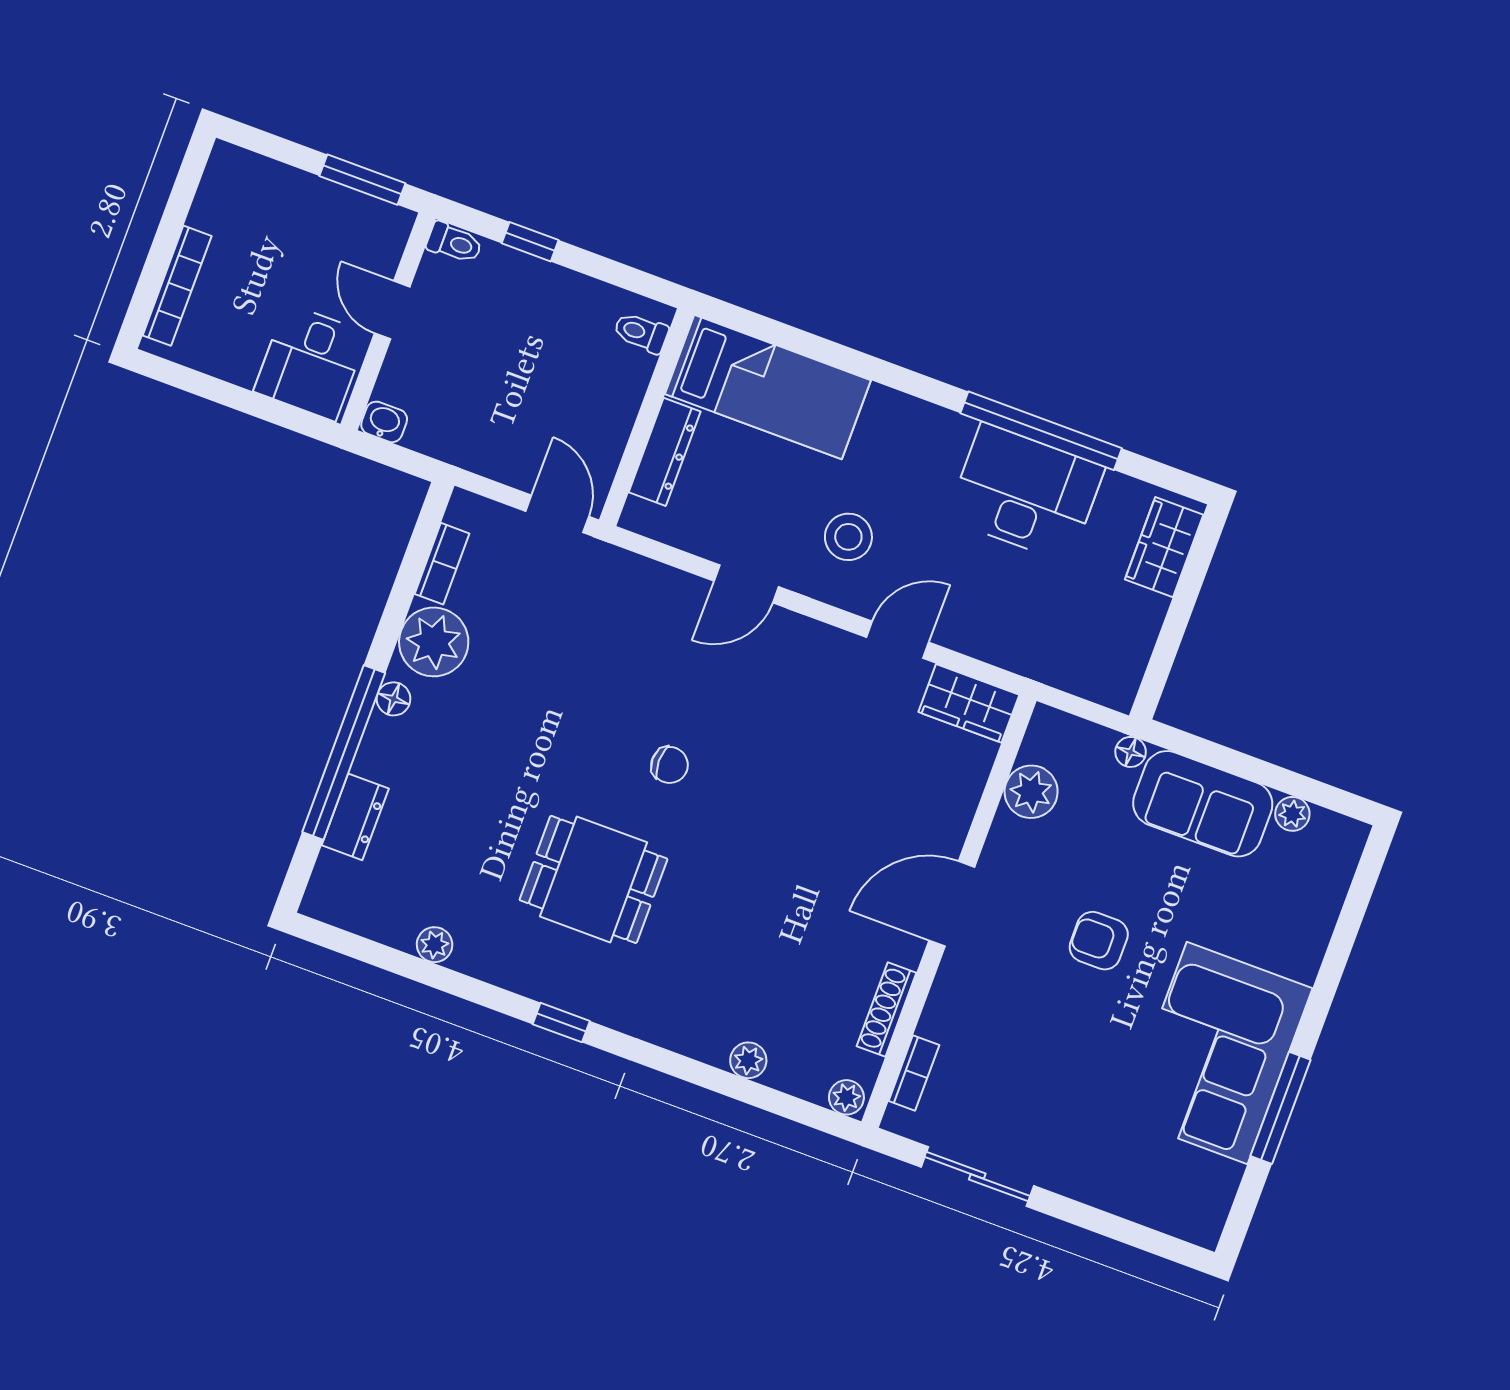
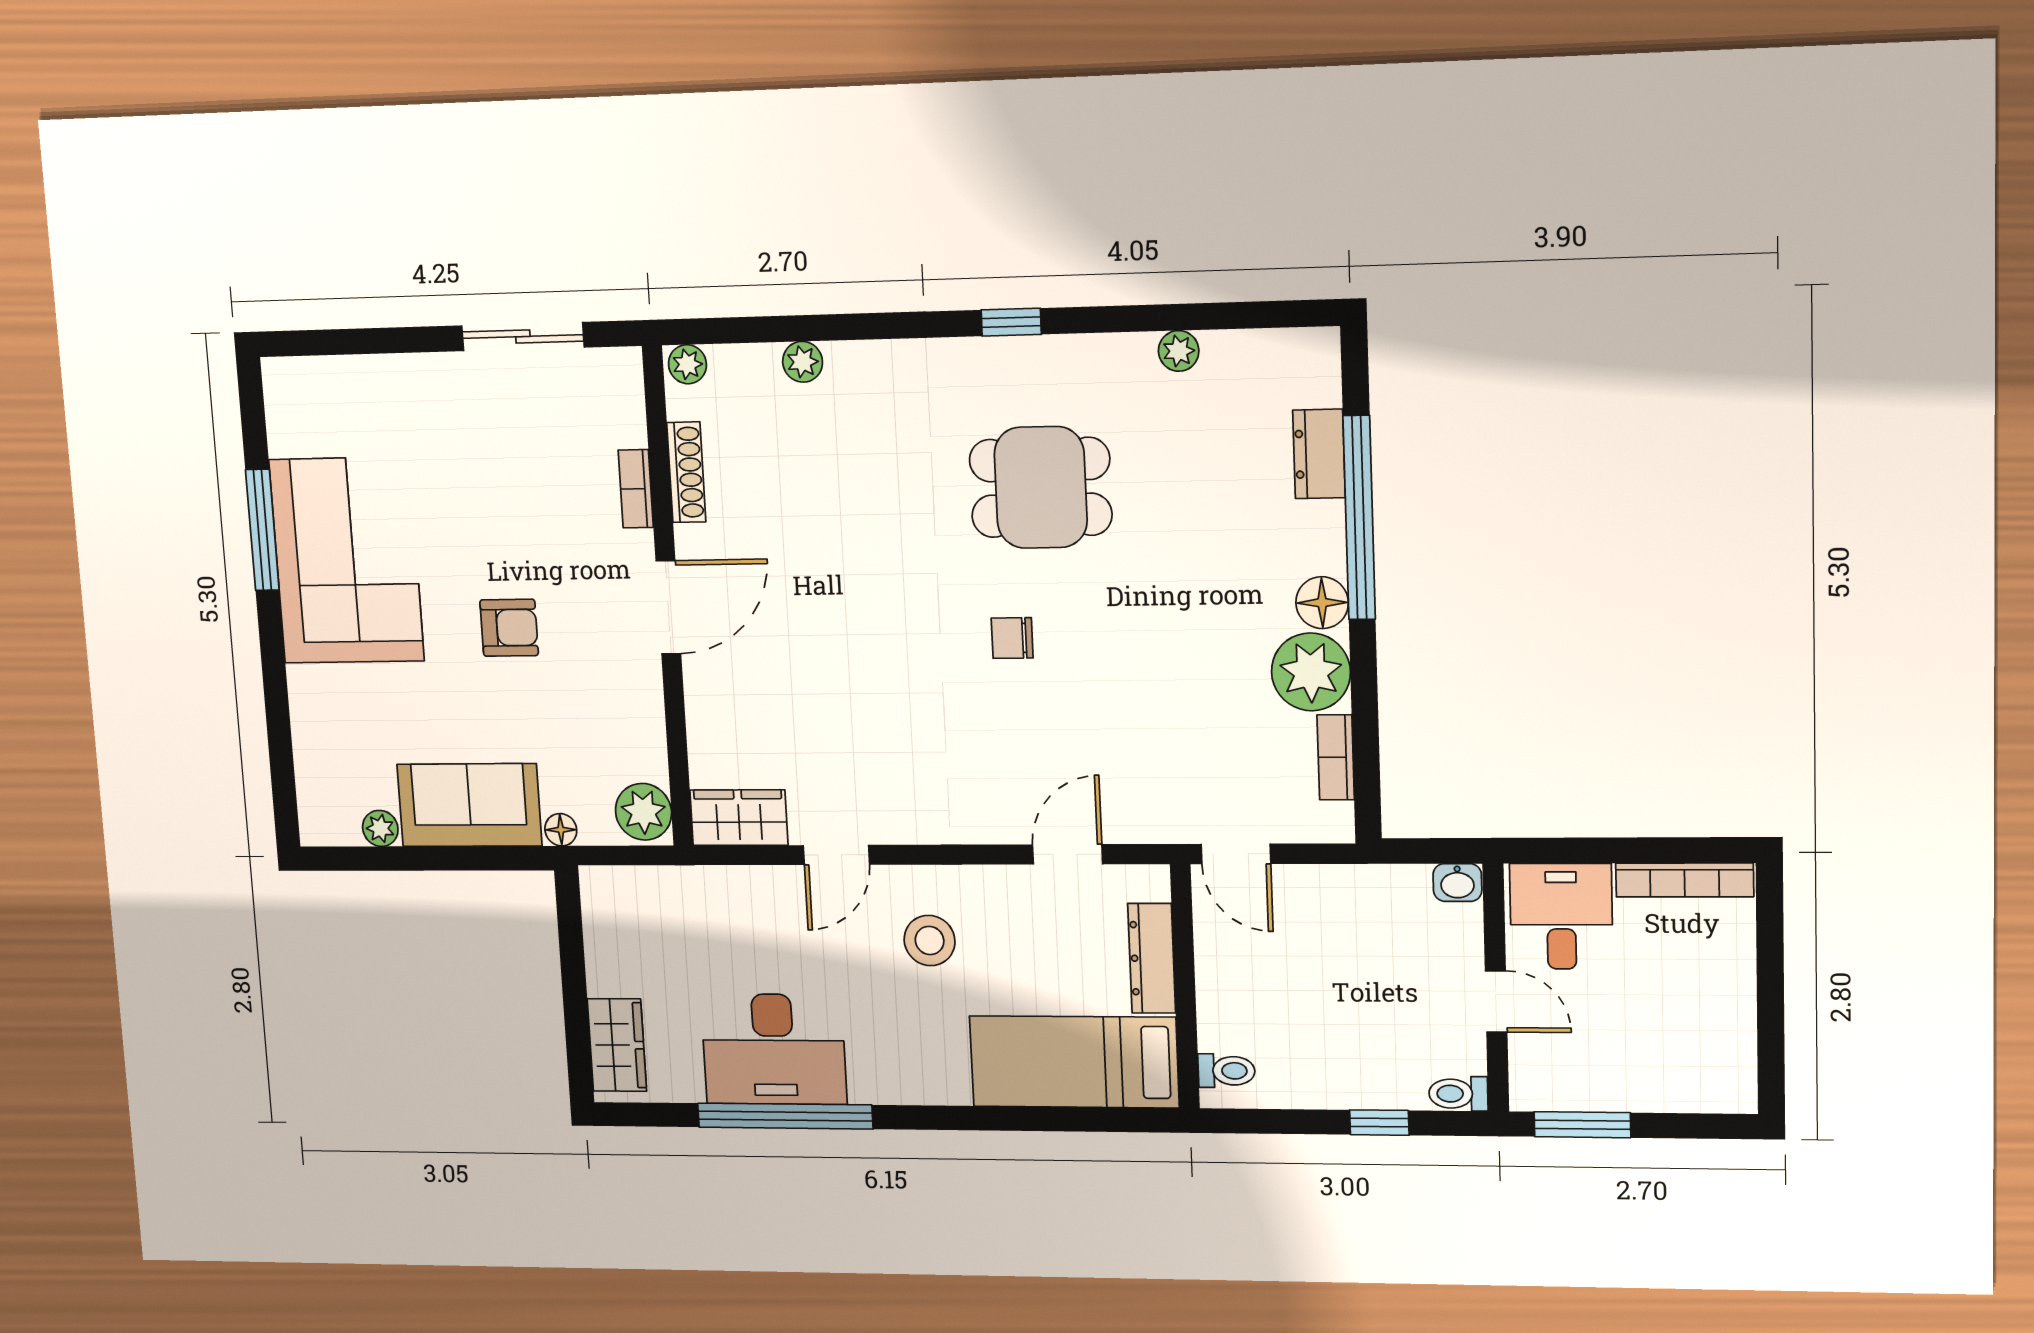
bookcase: (177, 286) -> (1685, 880), moved, turned -90
door: (746, 584) -> (1067, 854), moved
floor lamp: (394, 699) -> (1322, 603), width x1.37, depth x1.37
plant: (1031, 792) -> (643, 812), moved
bookcase: (914, 1073) -> (636, 489), moved

